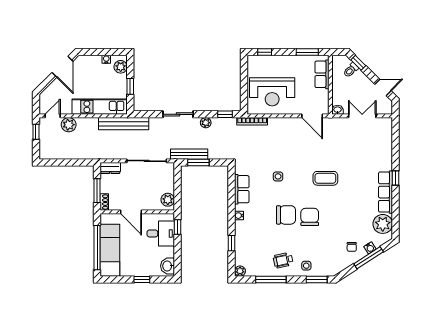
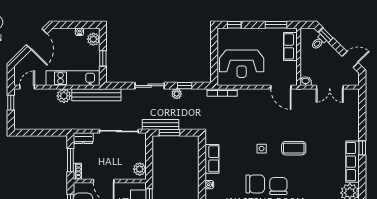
window: (225, 114) -> (185, 86), moved
double door: (362, 116) -> (330, 87), swing flipped
plant: (69, 125) -> (64, 96), moved
side table: (278, 176) -> (262, 149), moved

